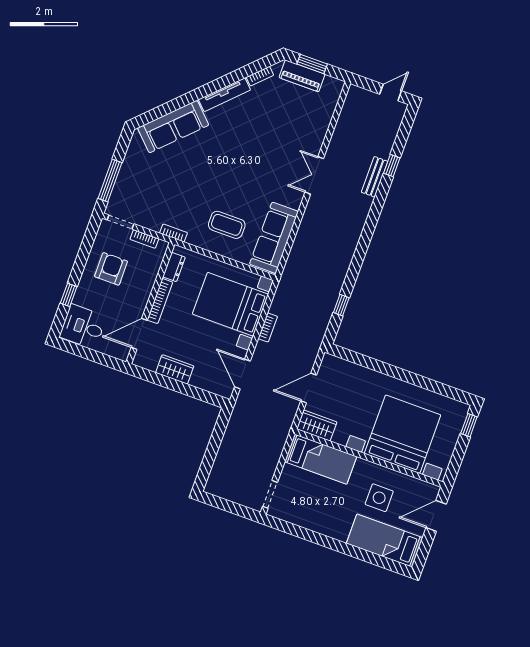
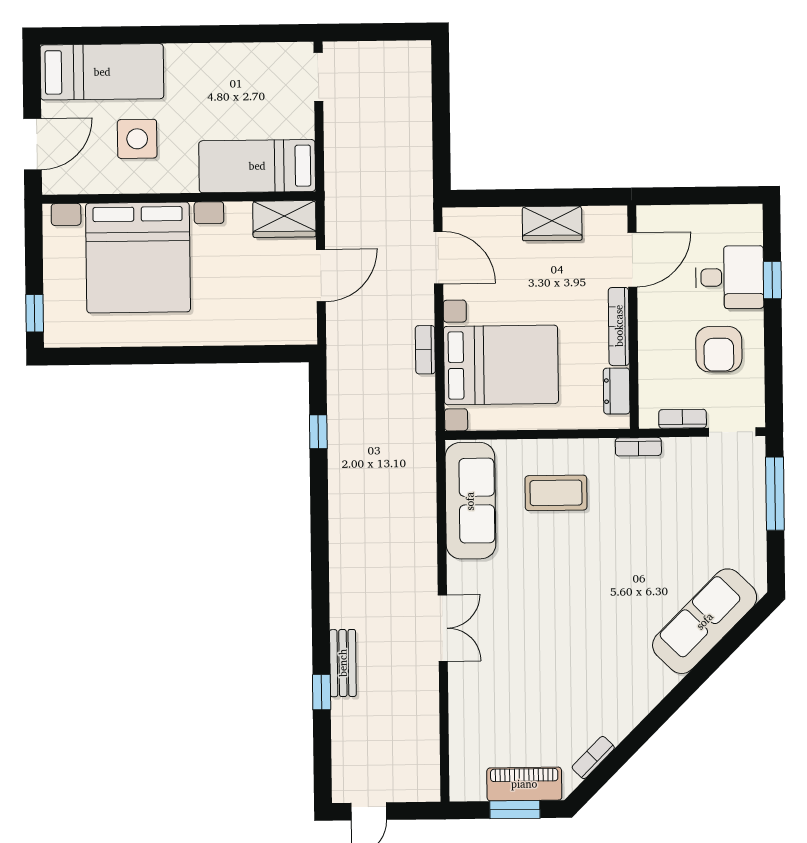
tv unit: (224, 95) -> (640, 705), removed
desk: (83, 327) -> (730, 277), moved

